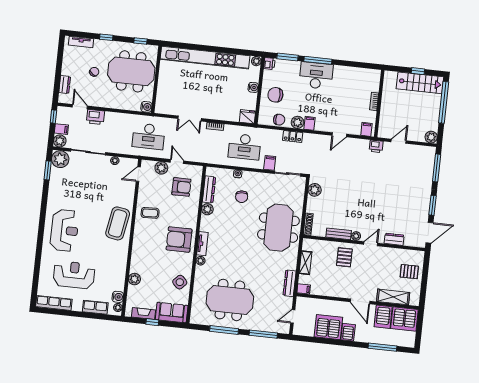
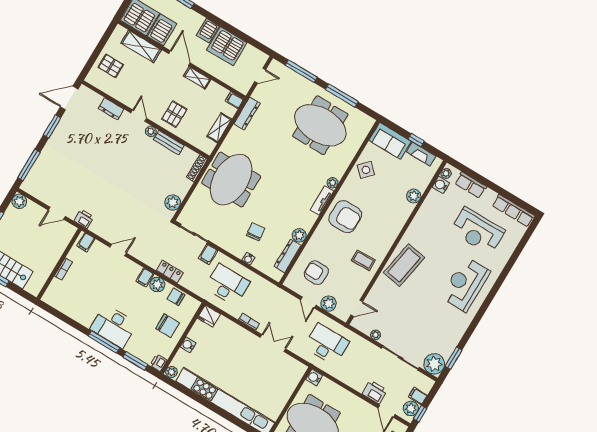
plant: (60, 141) -> (411, 408), moved
door: (371, 244) -> (139, 116), swing flipped
shelving: (340, 293) -> (197, 78), added

